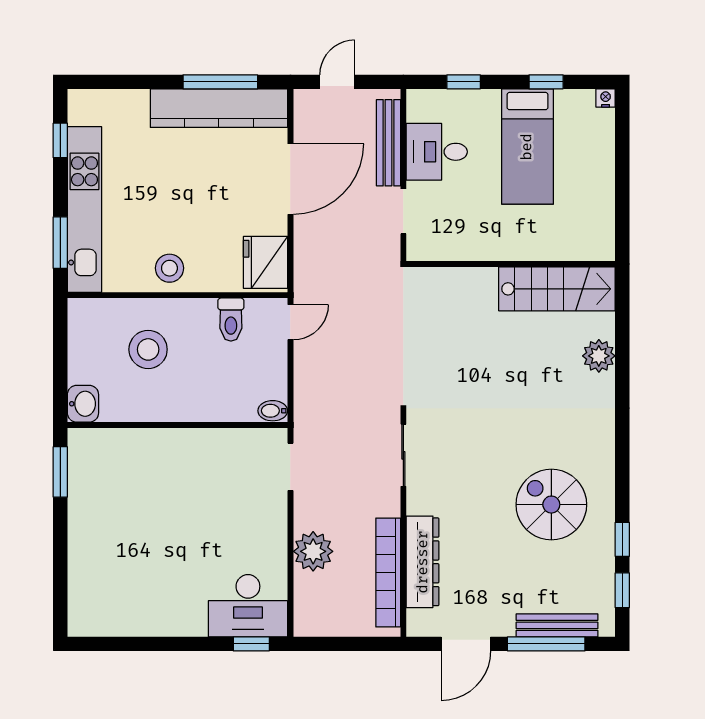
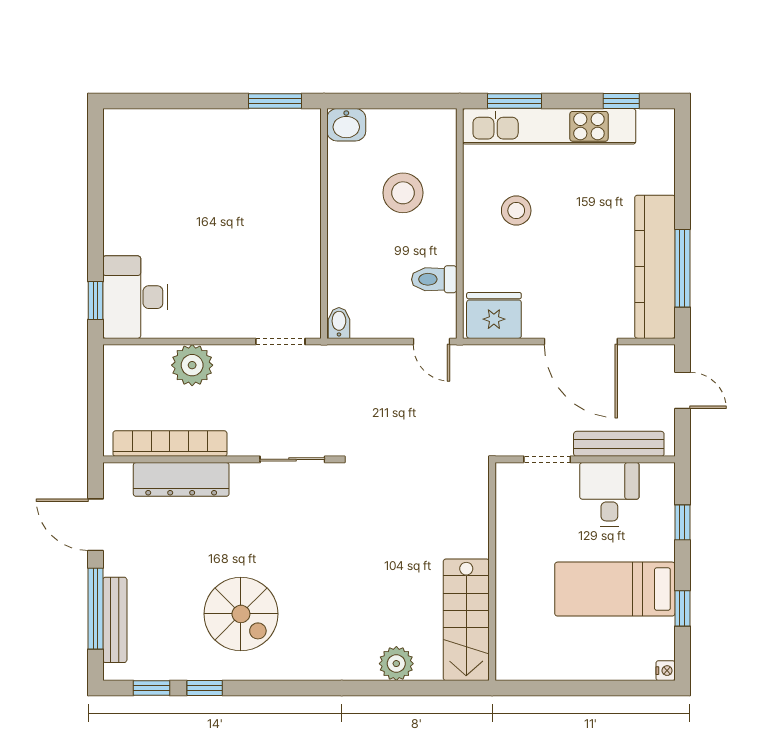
stool: (169, 268) -> (516, 211), moved
spiral stairs: (551, 505) -> (241, 614), turned 90

